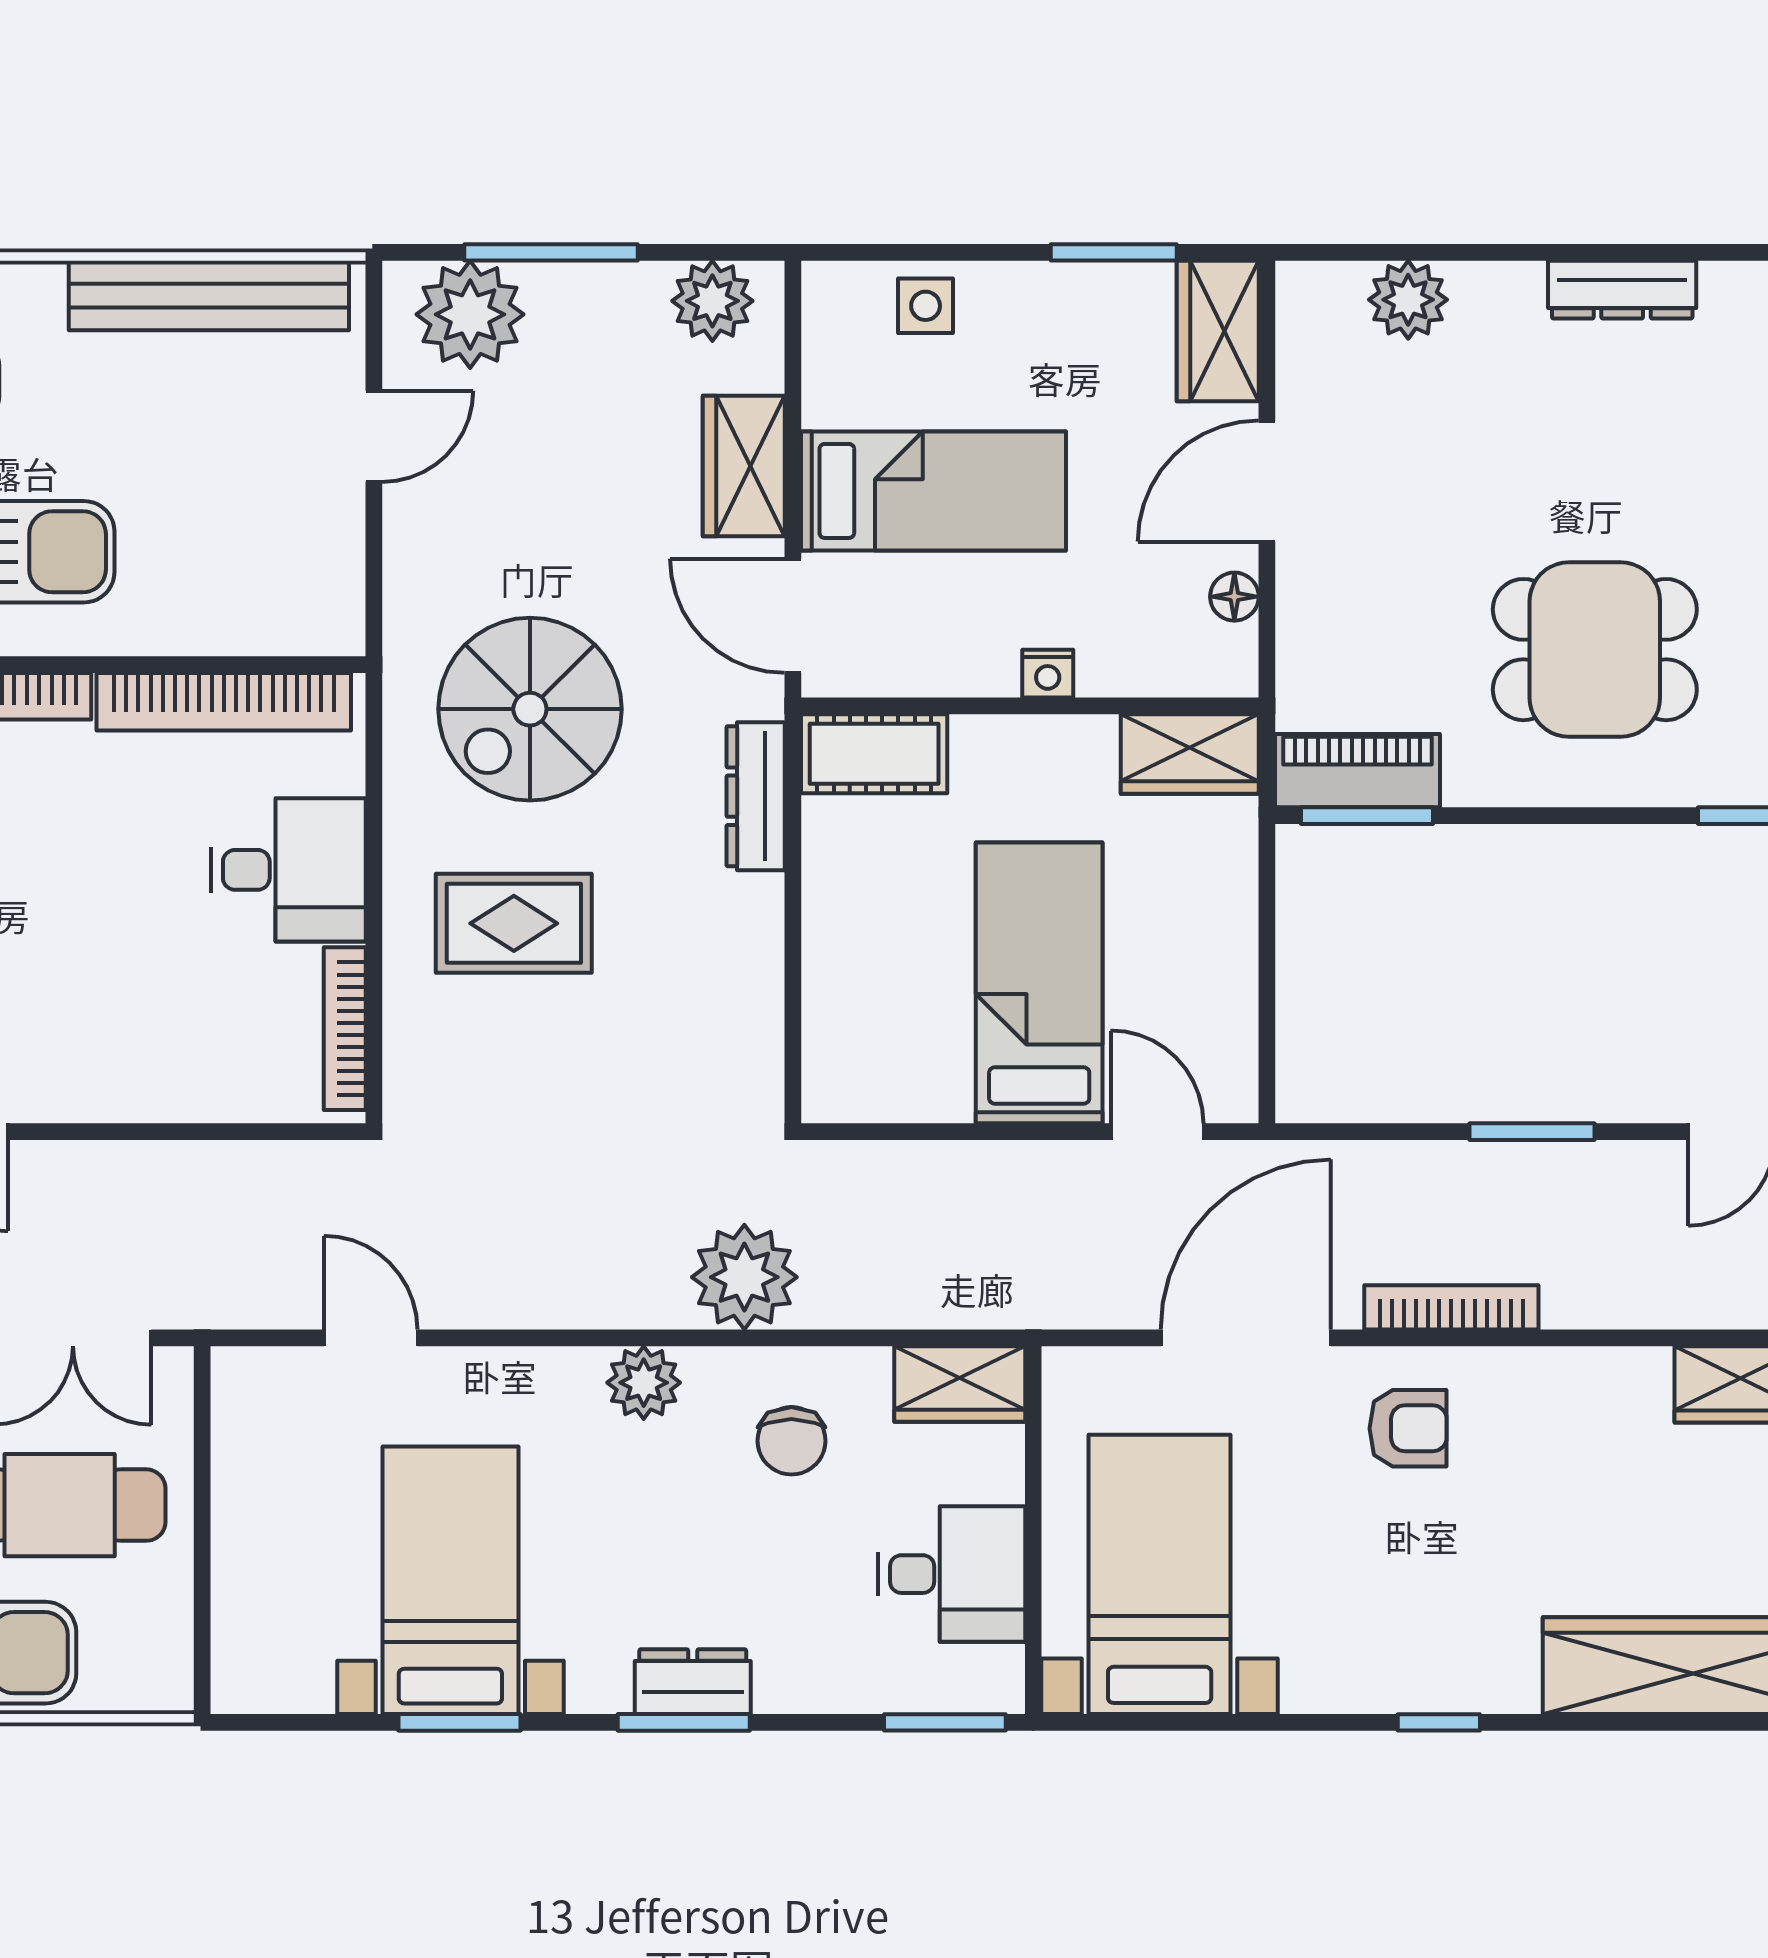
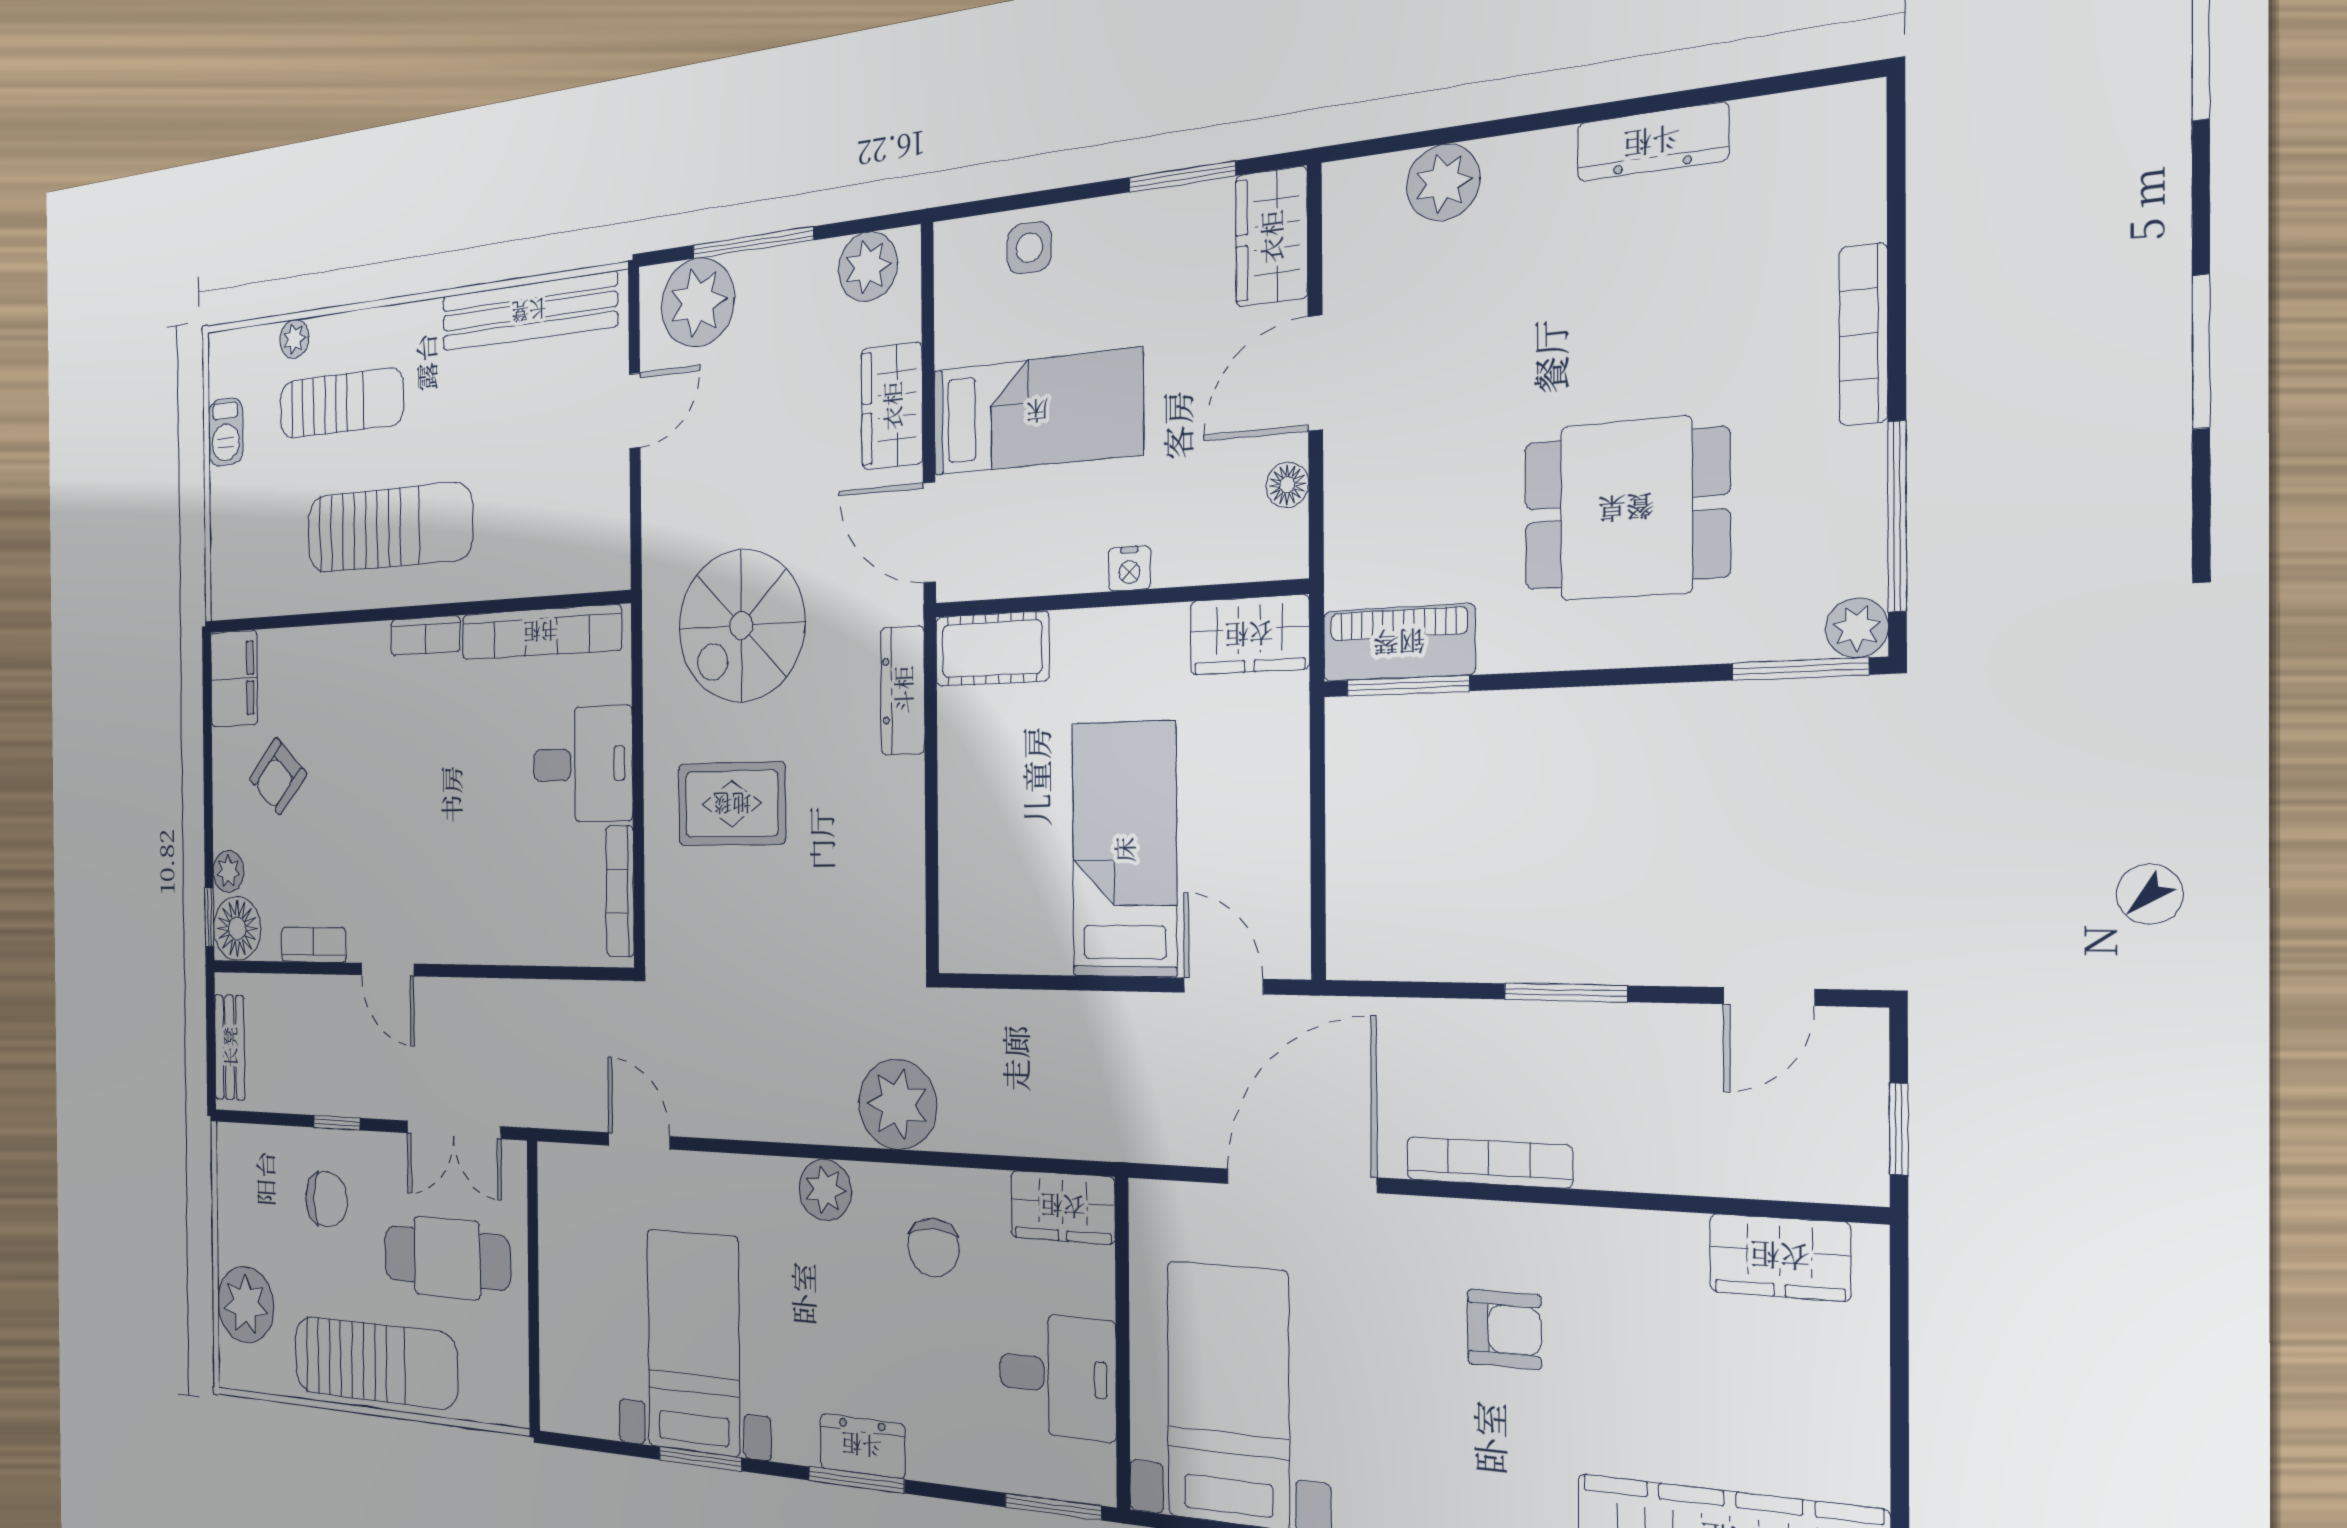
armchair: (1408, 1428) -> (1504, 1329), moved

